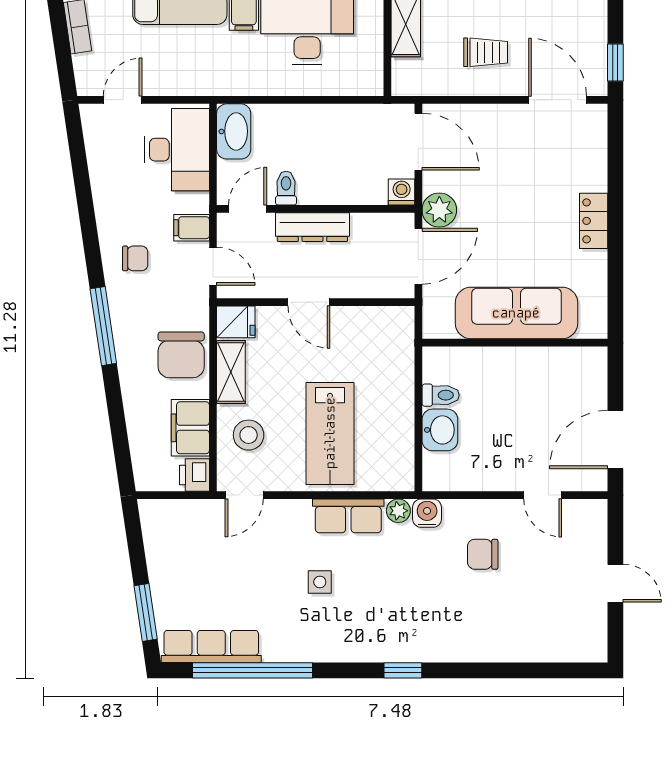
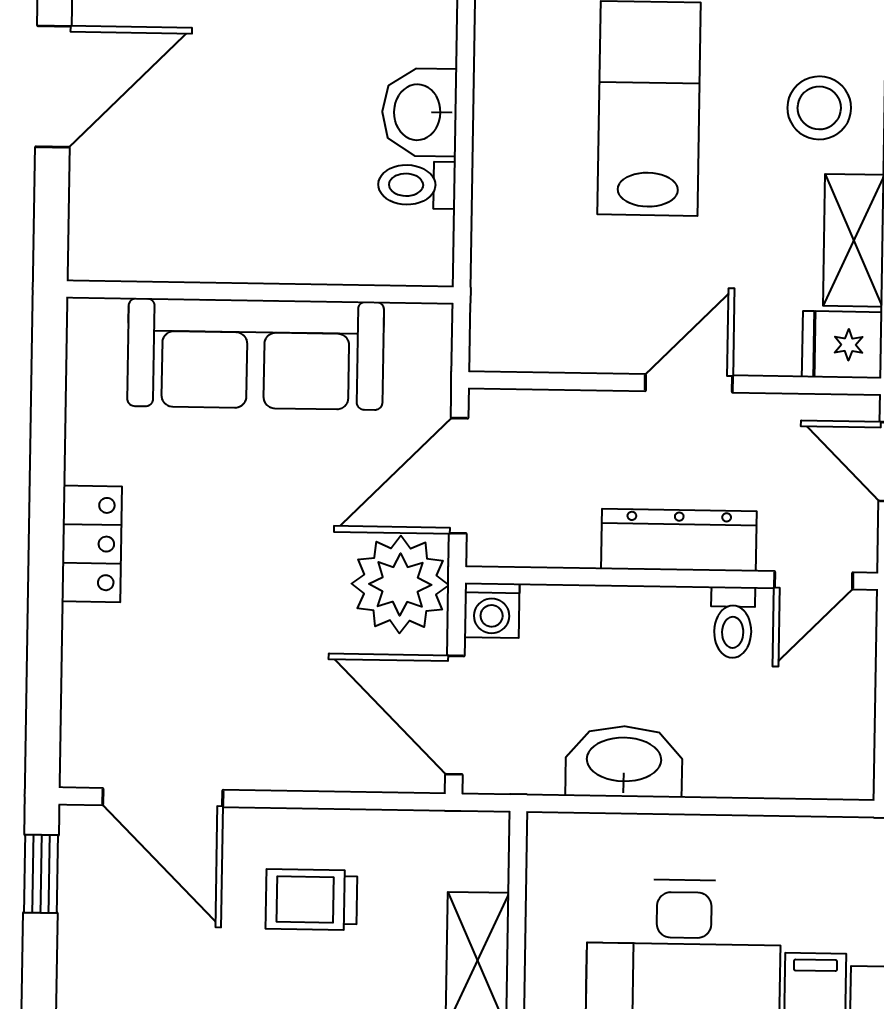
washbasin: (234, 131) -> (624, 762), moved, turned 90
plant: (439, 210) -> (400, 584), width x1.36, depth x1.36
door: (309, 302) -> (689, 383), hinge flipped

